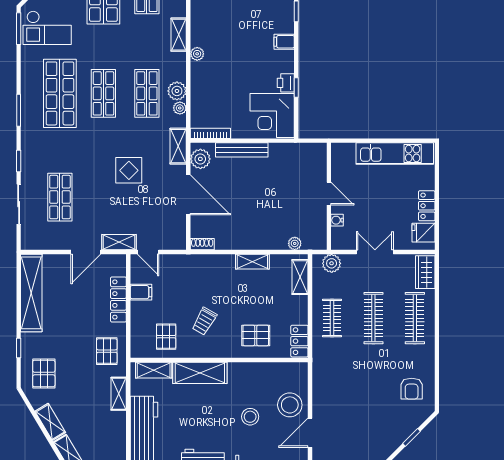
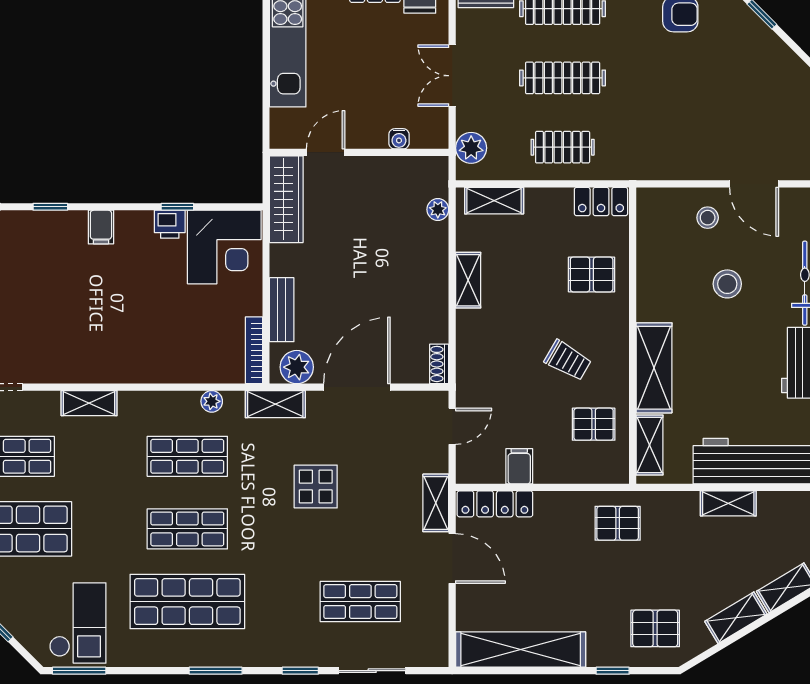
plant: (197, 54) -> (121, 372), removed
plant: (177, 91) -> (183, 406), removed
bench: (242, 150) -> (282, 310), width x0.73
wardrobe: (301, 153) -> (286, 199), added
door: (329, 194) -> (326, 152), moved
door: (148, 252) -> (452, 426), moved
locker: (118, 299) -> (495, 504), moved
pallet: (256, 335) -> (592, 274), turned 90
shelving: (119, 394) -> (728, 503), moved
stool: (290, 405) -> (708, 218), width x0.53, depth x0.53

